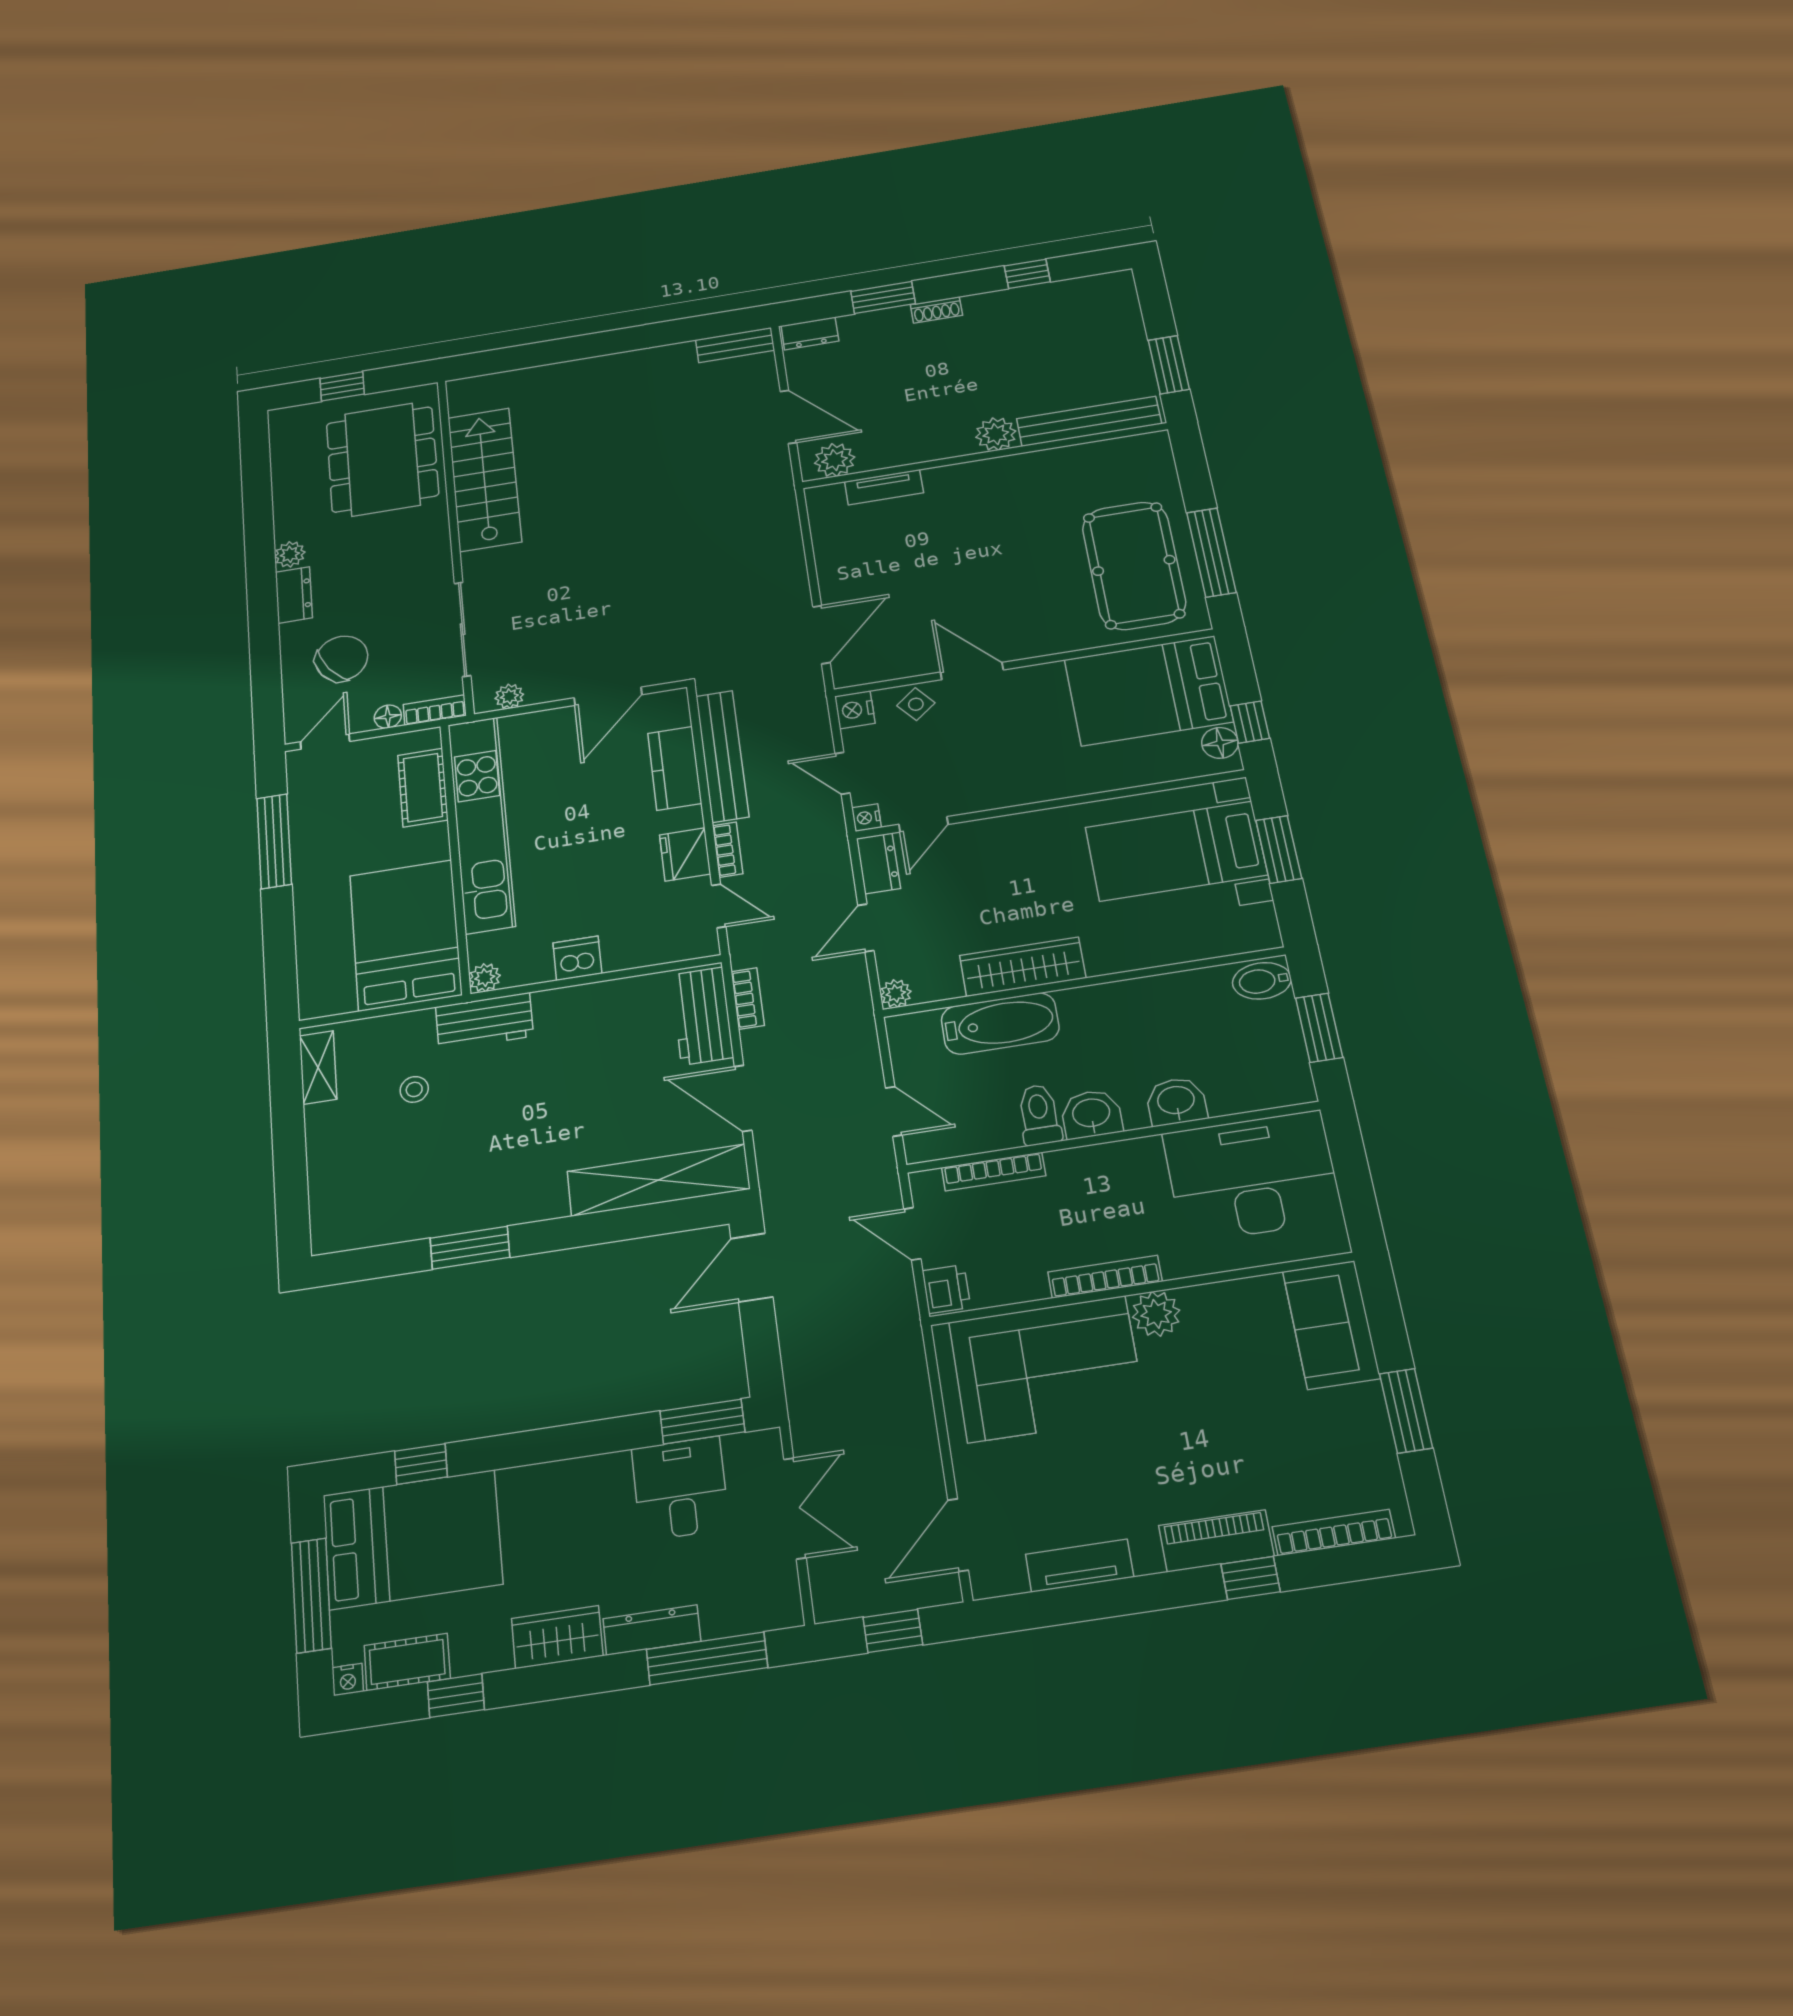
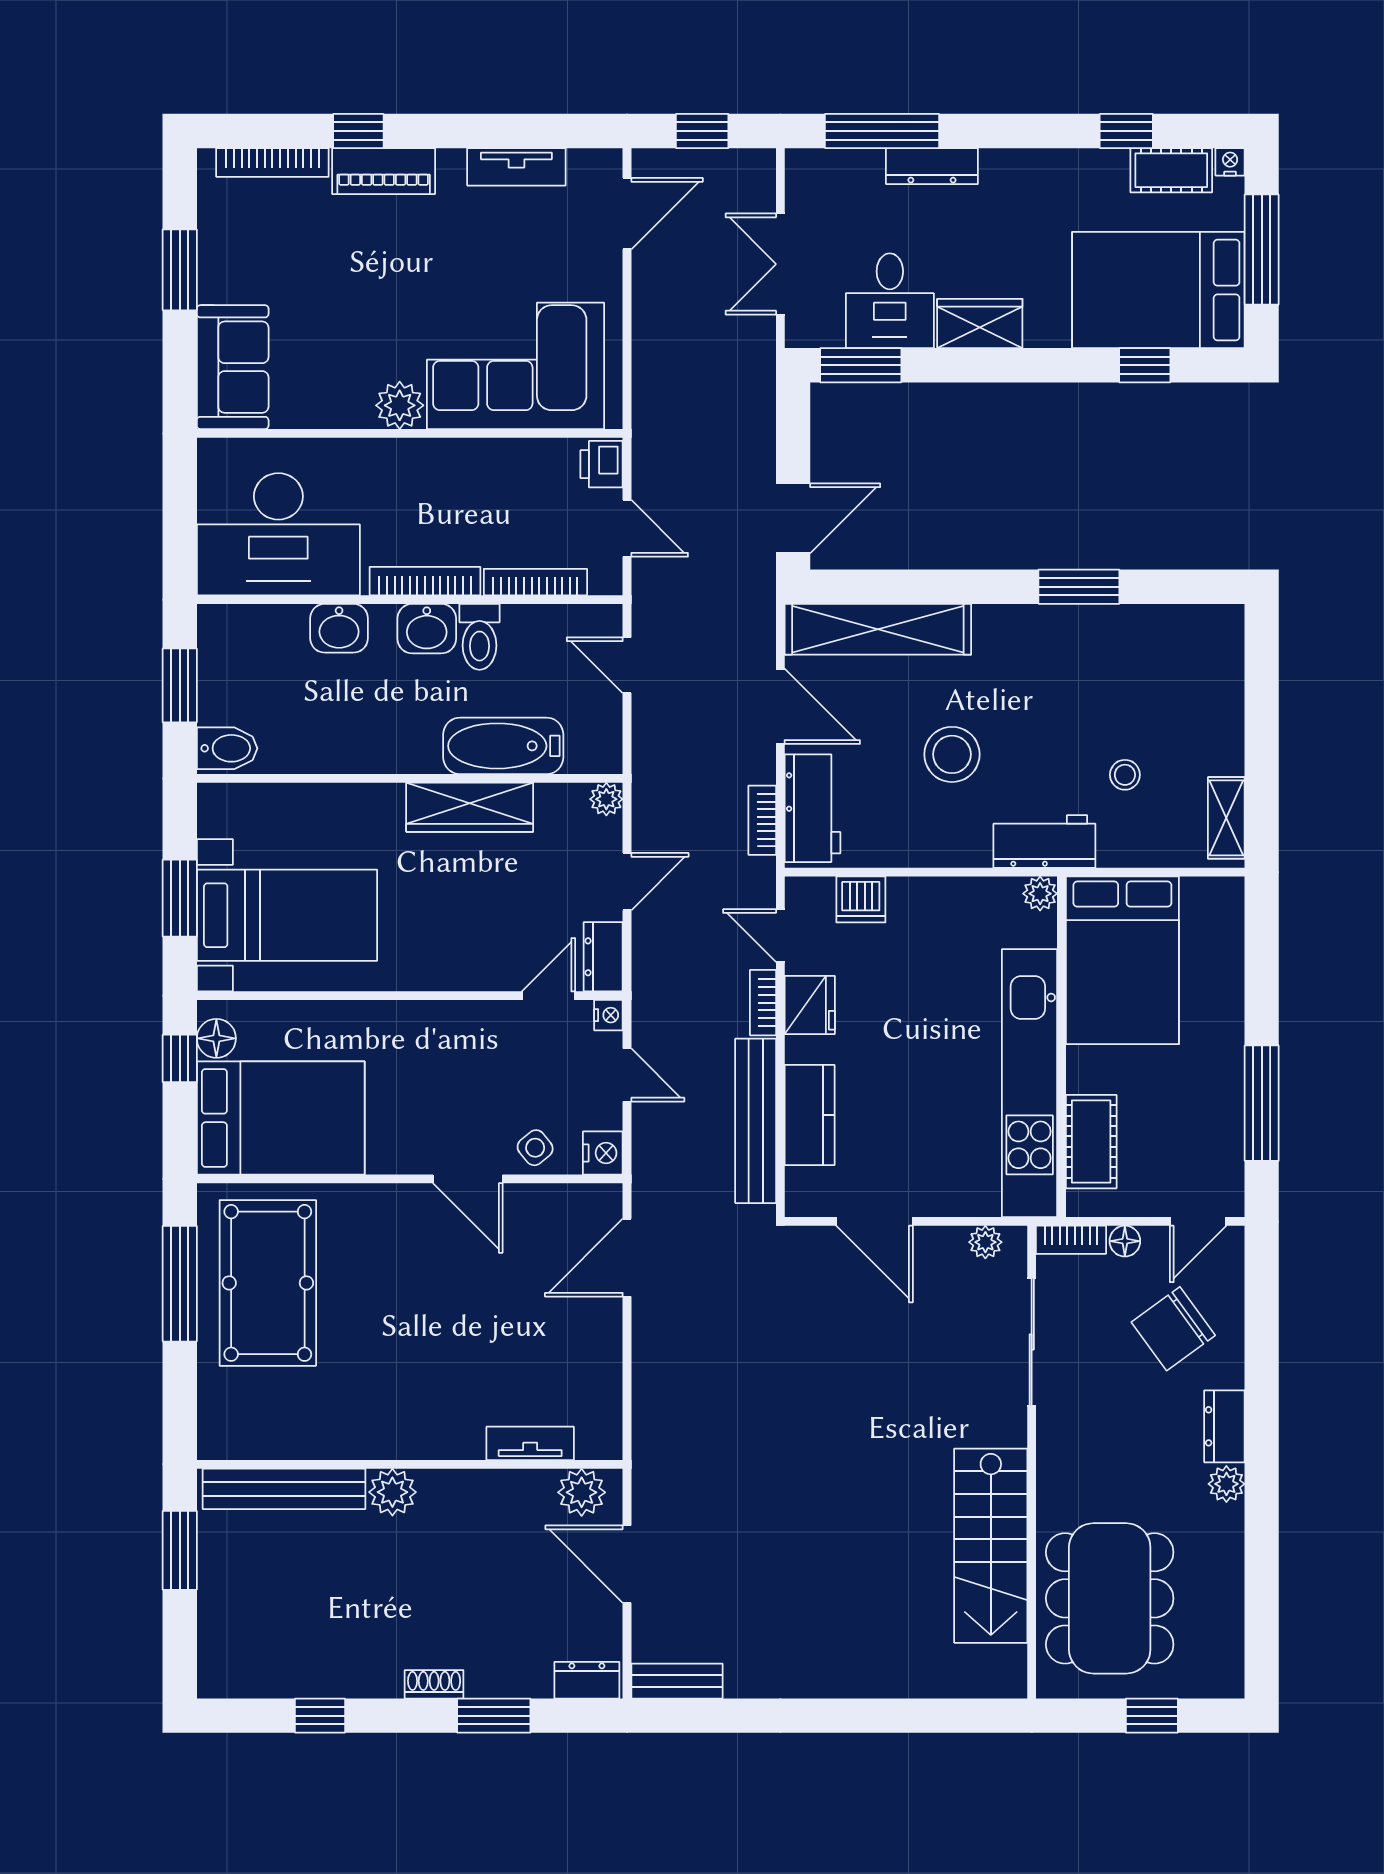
door: (608, 696) -> (874, 1221), swing flipped
dishwasher: (577, 958) -> (861, 899), moved
stool: (577, 1082) -> (952, 754), added
bookcase: (1105, 1277) -> (425, 581), moved, turned 180
wardrobe: (557, 1637) -> (980, 324), moved, turned 180

